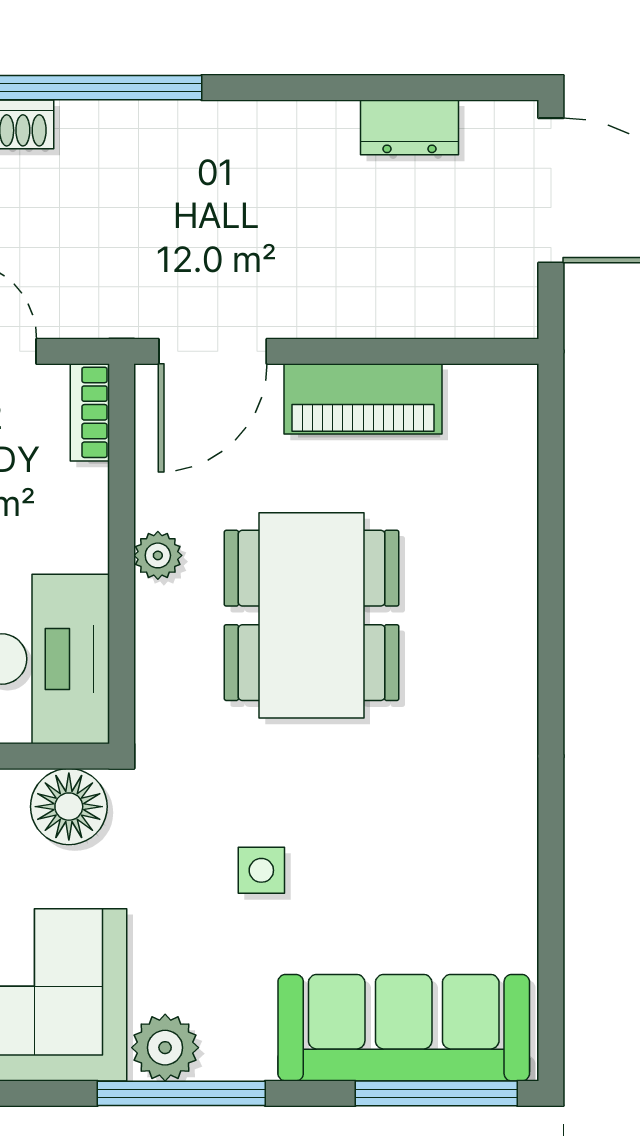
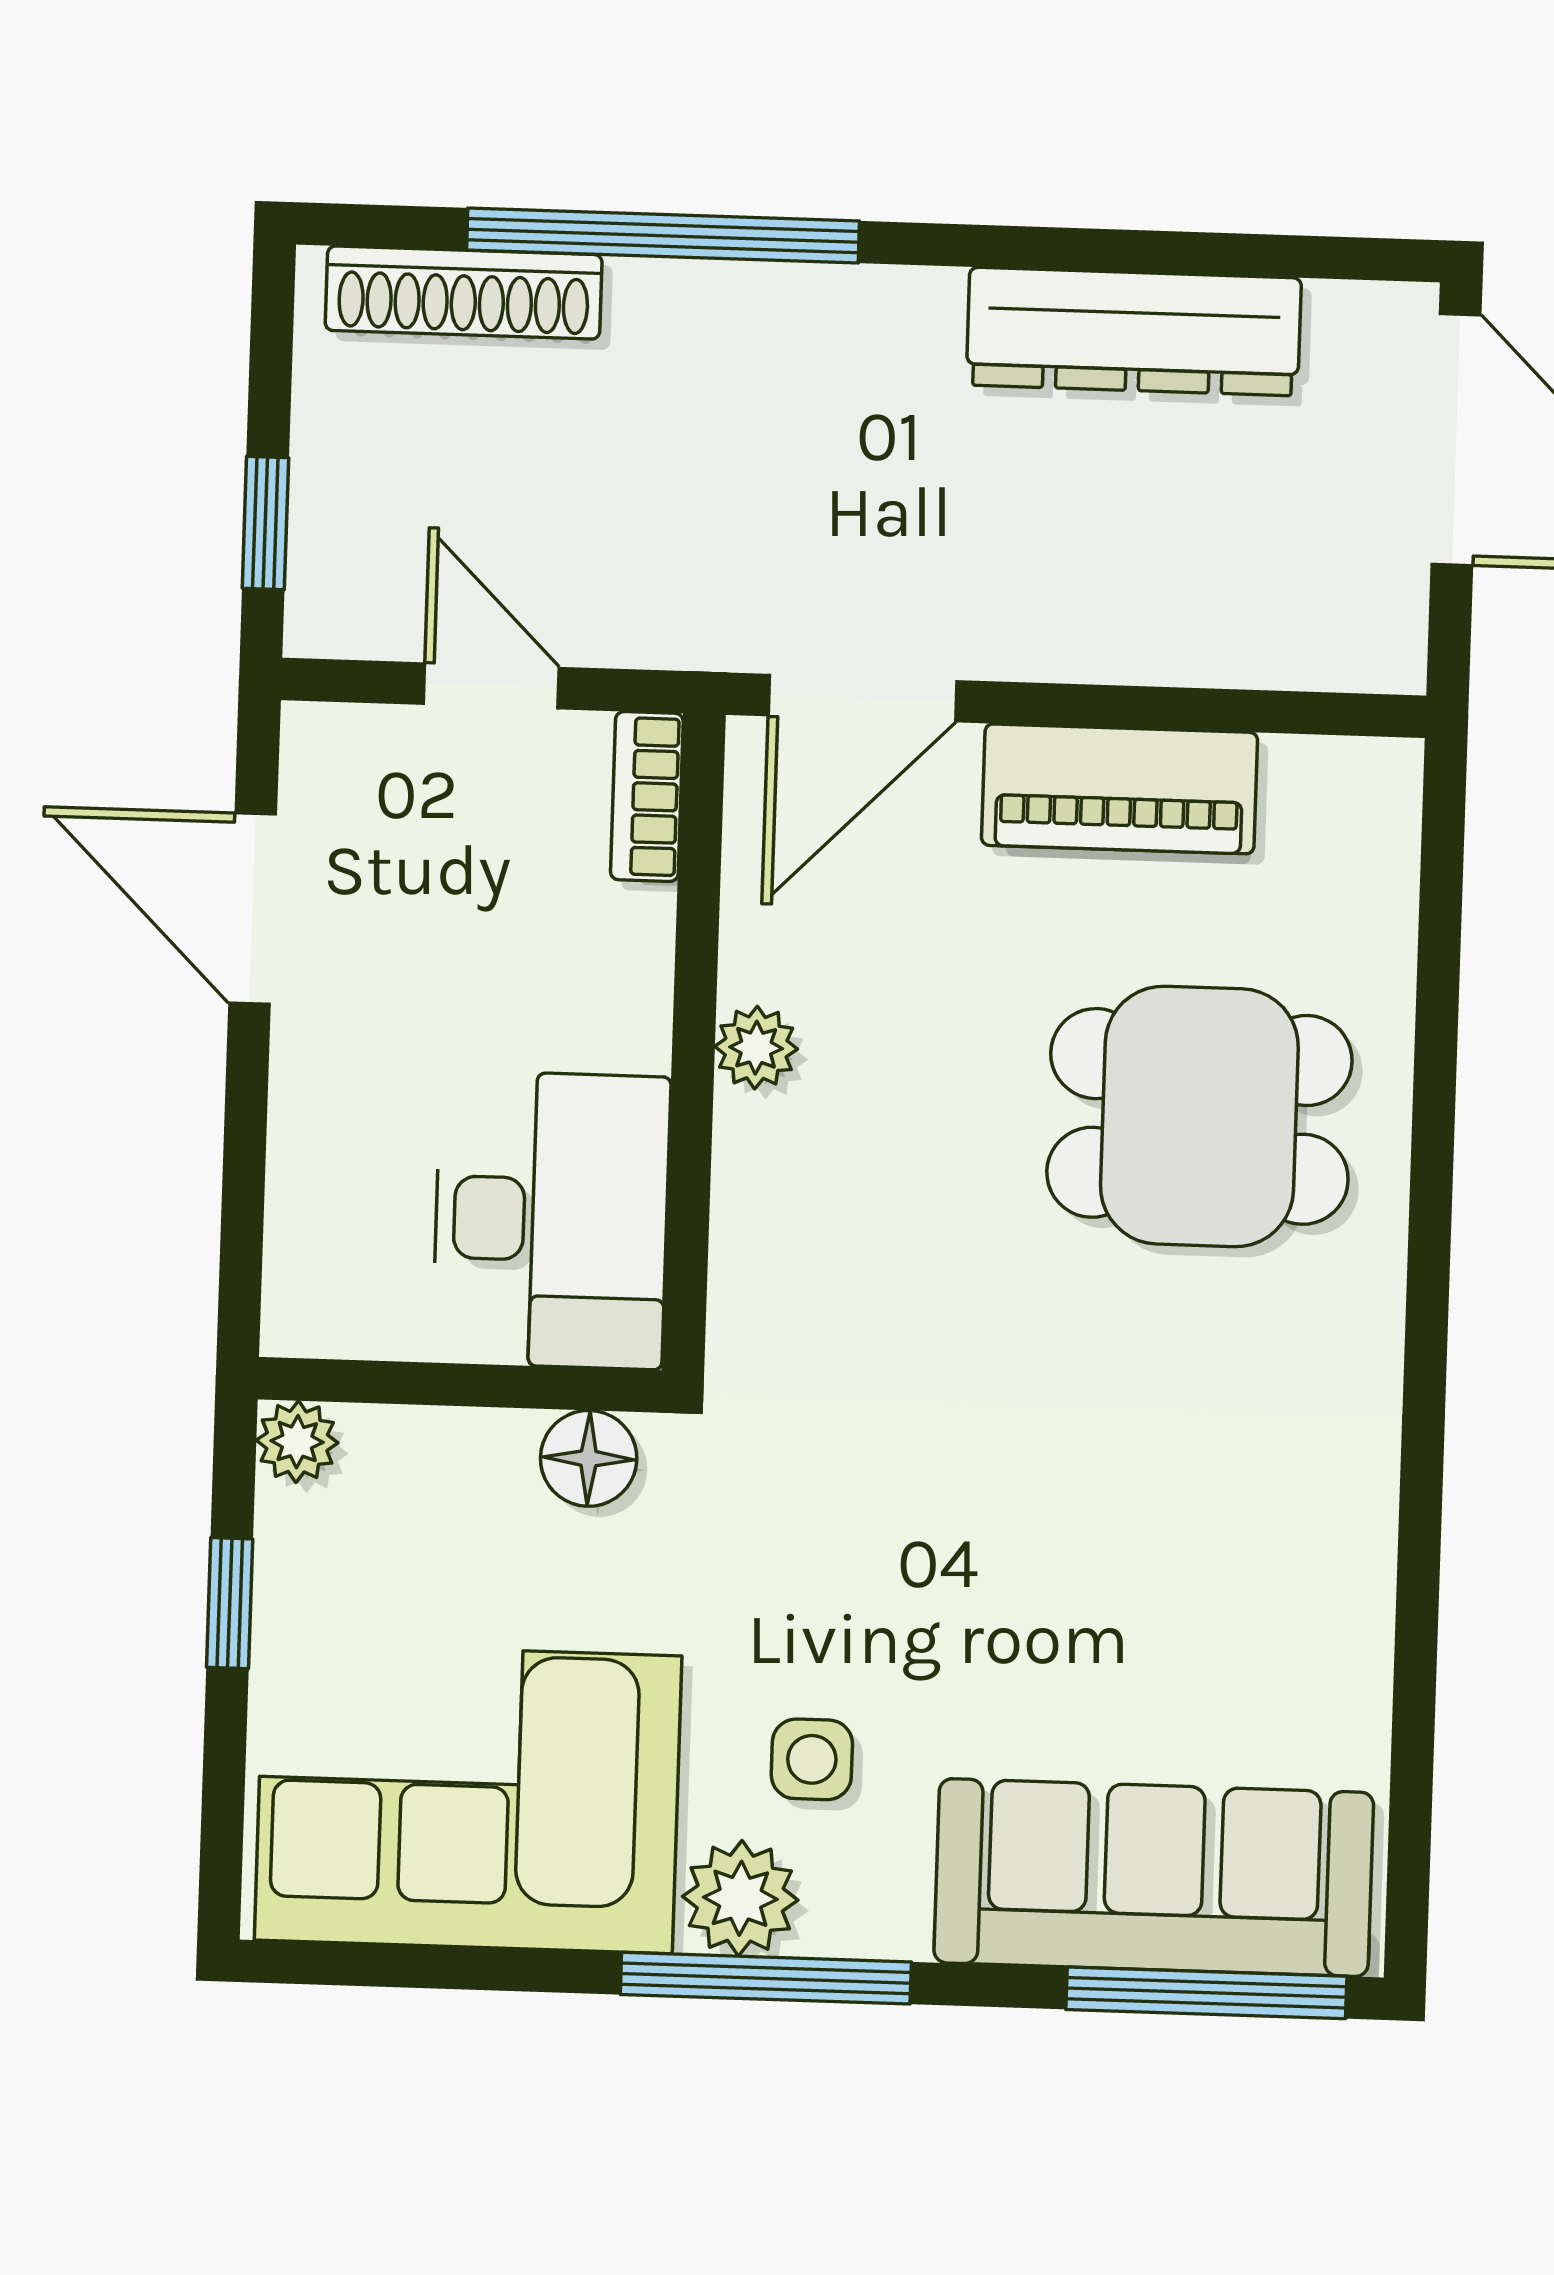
dresser: (409, 127) -> (1134, 332), width x1.96, depth x1.24
dining table: (312, 615) -> (1199, 1116), moved, width x0.73
floor lamp: (69, 807) -> (589, 1458), width x0.73, depth x0.73
side table: (261, 870) -> (812, 1759), moved

